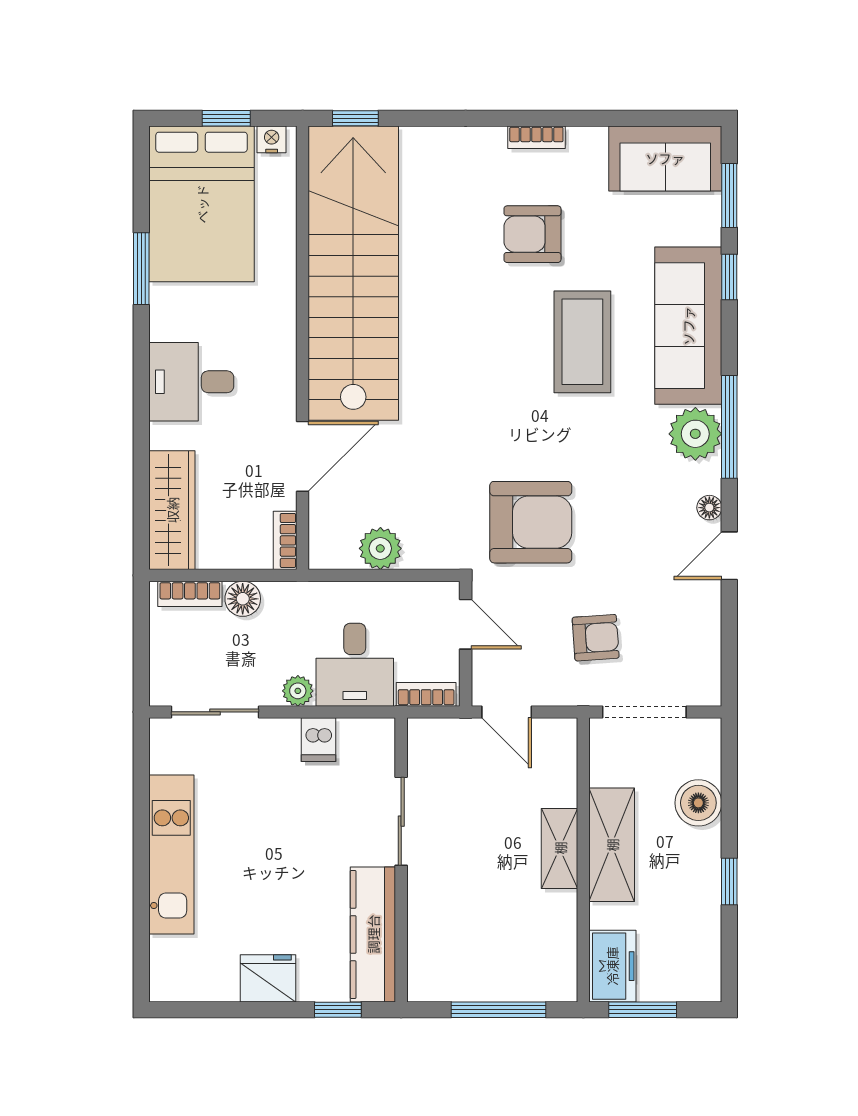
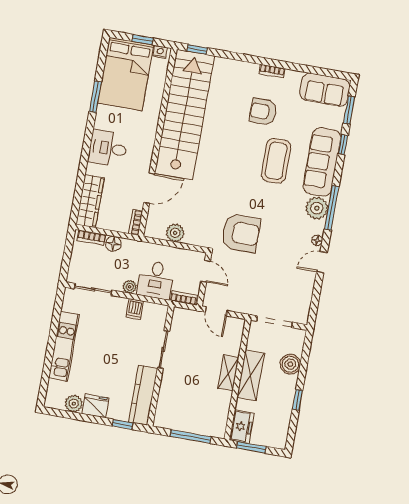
armchair: (596, 638) -> (259, 287), removed
plant: (217, 982) -> (74, 404), added

